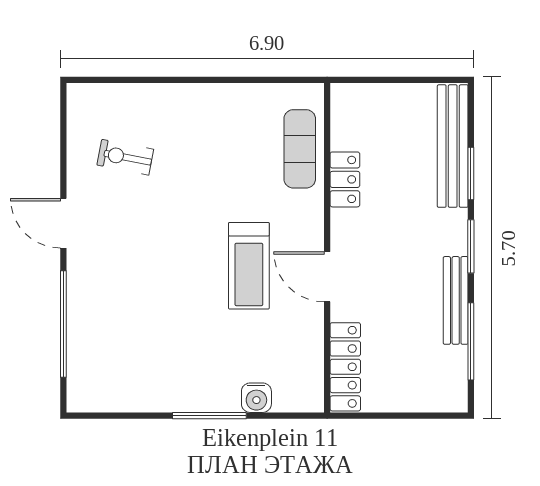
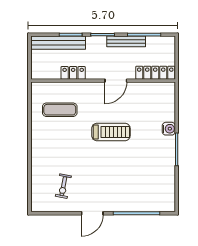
locker: (345, 179) -> (73, 73), moved
wall: (327, 248) -> (103, 81), moved
door: (327, 277) -> (116, 81), moved
locker: (345, 367) -> (155, 73), moved

